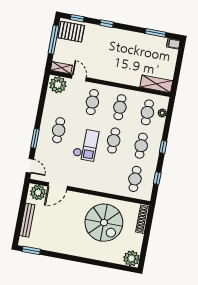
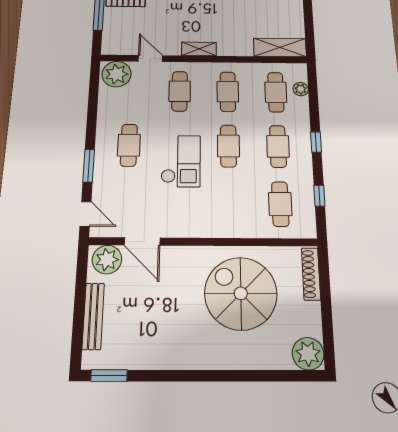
shelving: (61, 68) -> (199, 49), moved
door: (58, 186) -> (142, 242), hinge flipped
spiral stairs: (104, 223) -> (241, 293), turned 180

